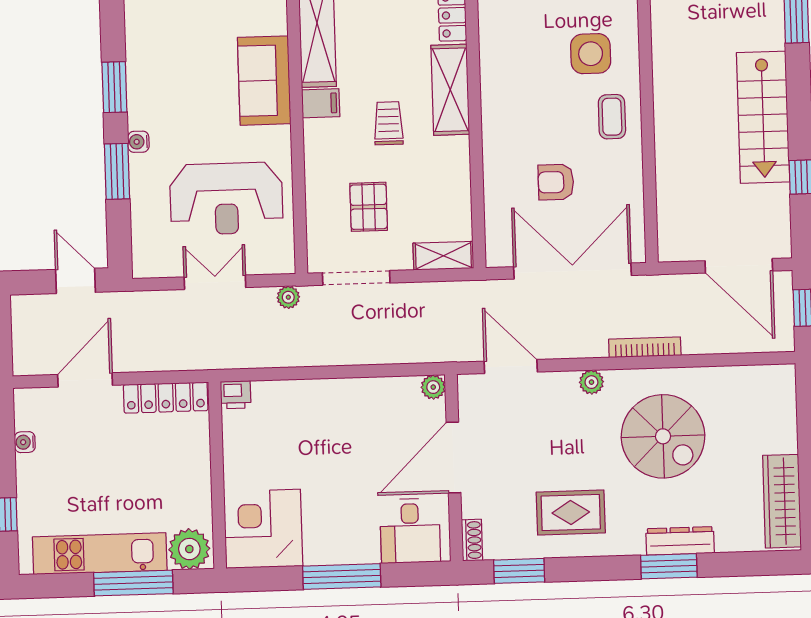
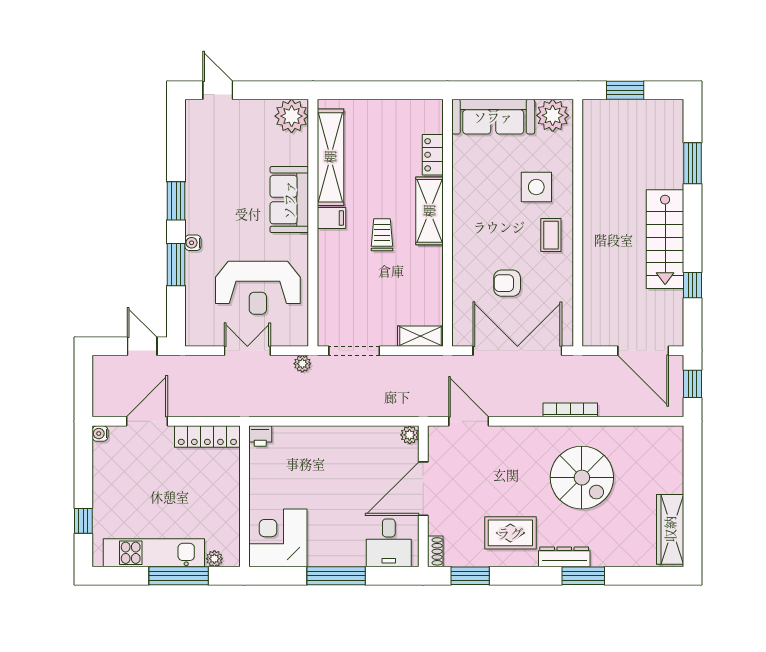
pallet: (369, 207) -> (365, 297), removed
plant: (591, 382) -> (529, 435), removed
water cooler: (25, 442) -> (100, 434), moved
dresser: (680, 541) -> (564, 557), moved
plant: (189, 549) -> (214, 559), width x0.53, depth x0.53

